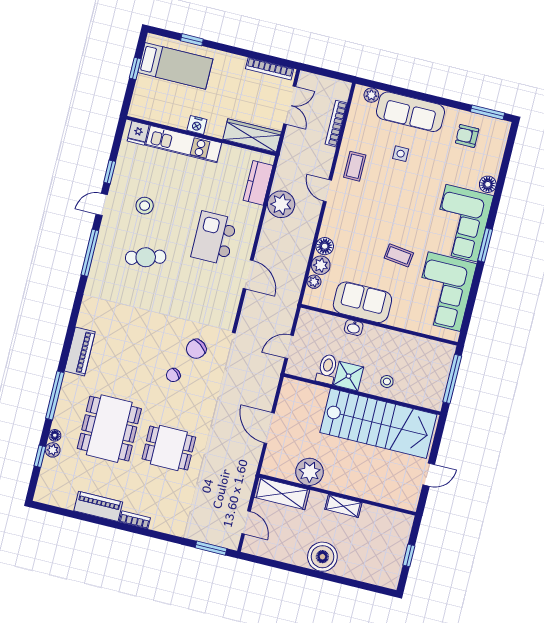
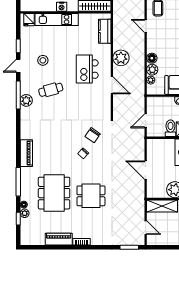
plant: (281, 204) -> (121, 58), moved
plant: (101, 265) -> (26, 100), added

